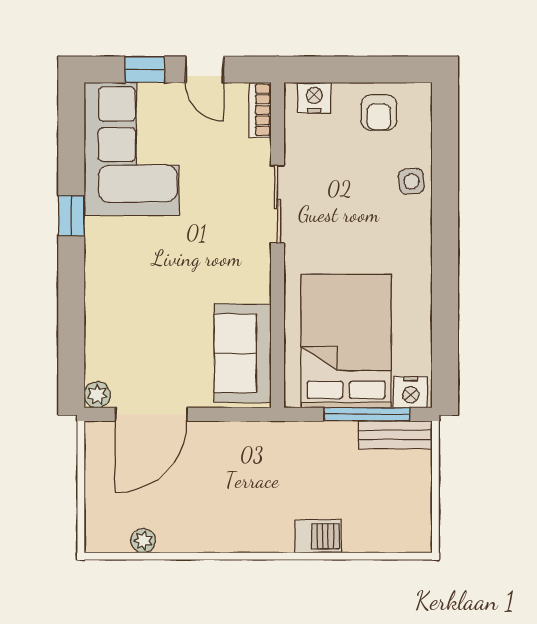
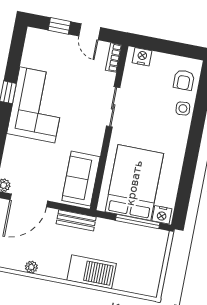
armchair: (379, 113) -> (184, 80), moved
corner sofa: (132, 149) -> (37, 105), moved
bench: (395, 435) -> (76, 220), moved
barbecue: (318, 536) -> (92, 272), width x1.88, depth x1.53
plant: (143, 541) -> (31, 267), moved

